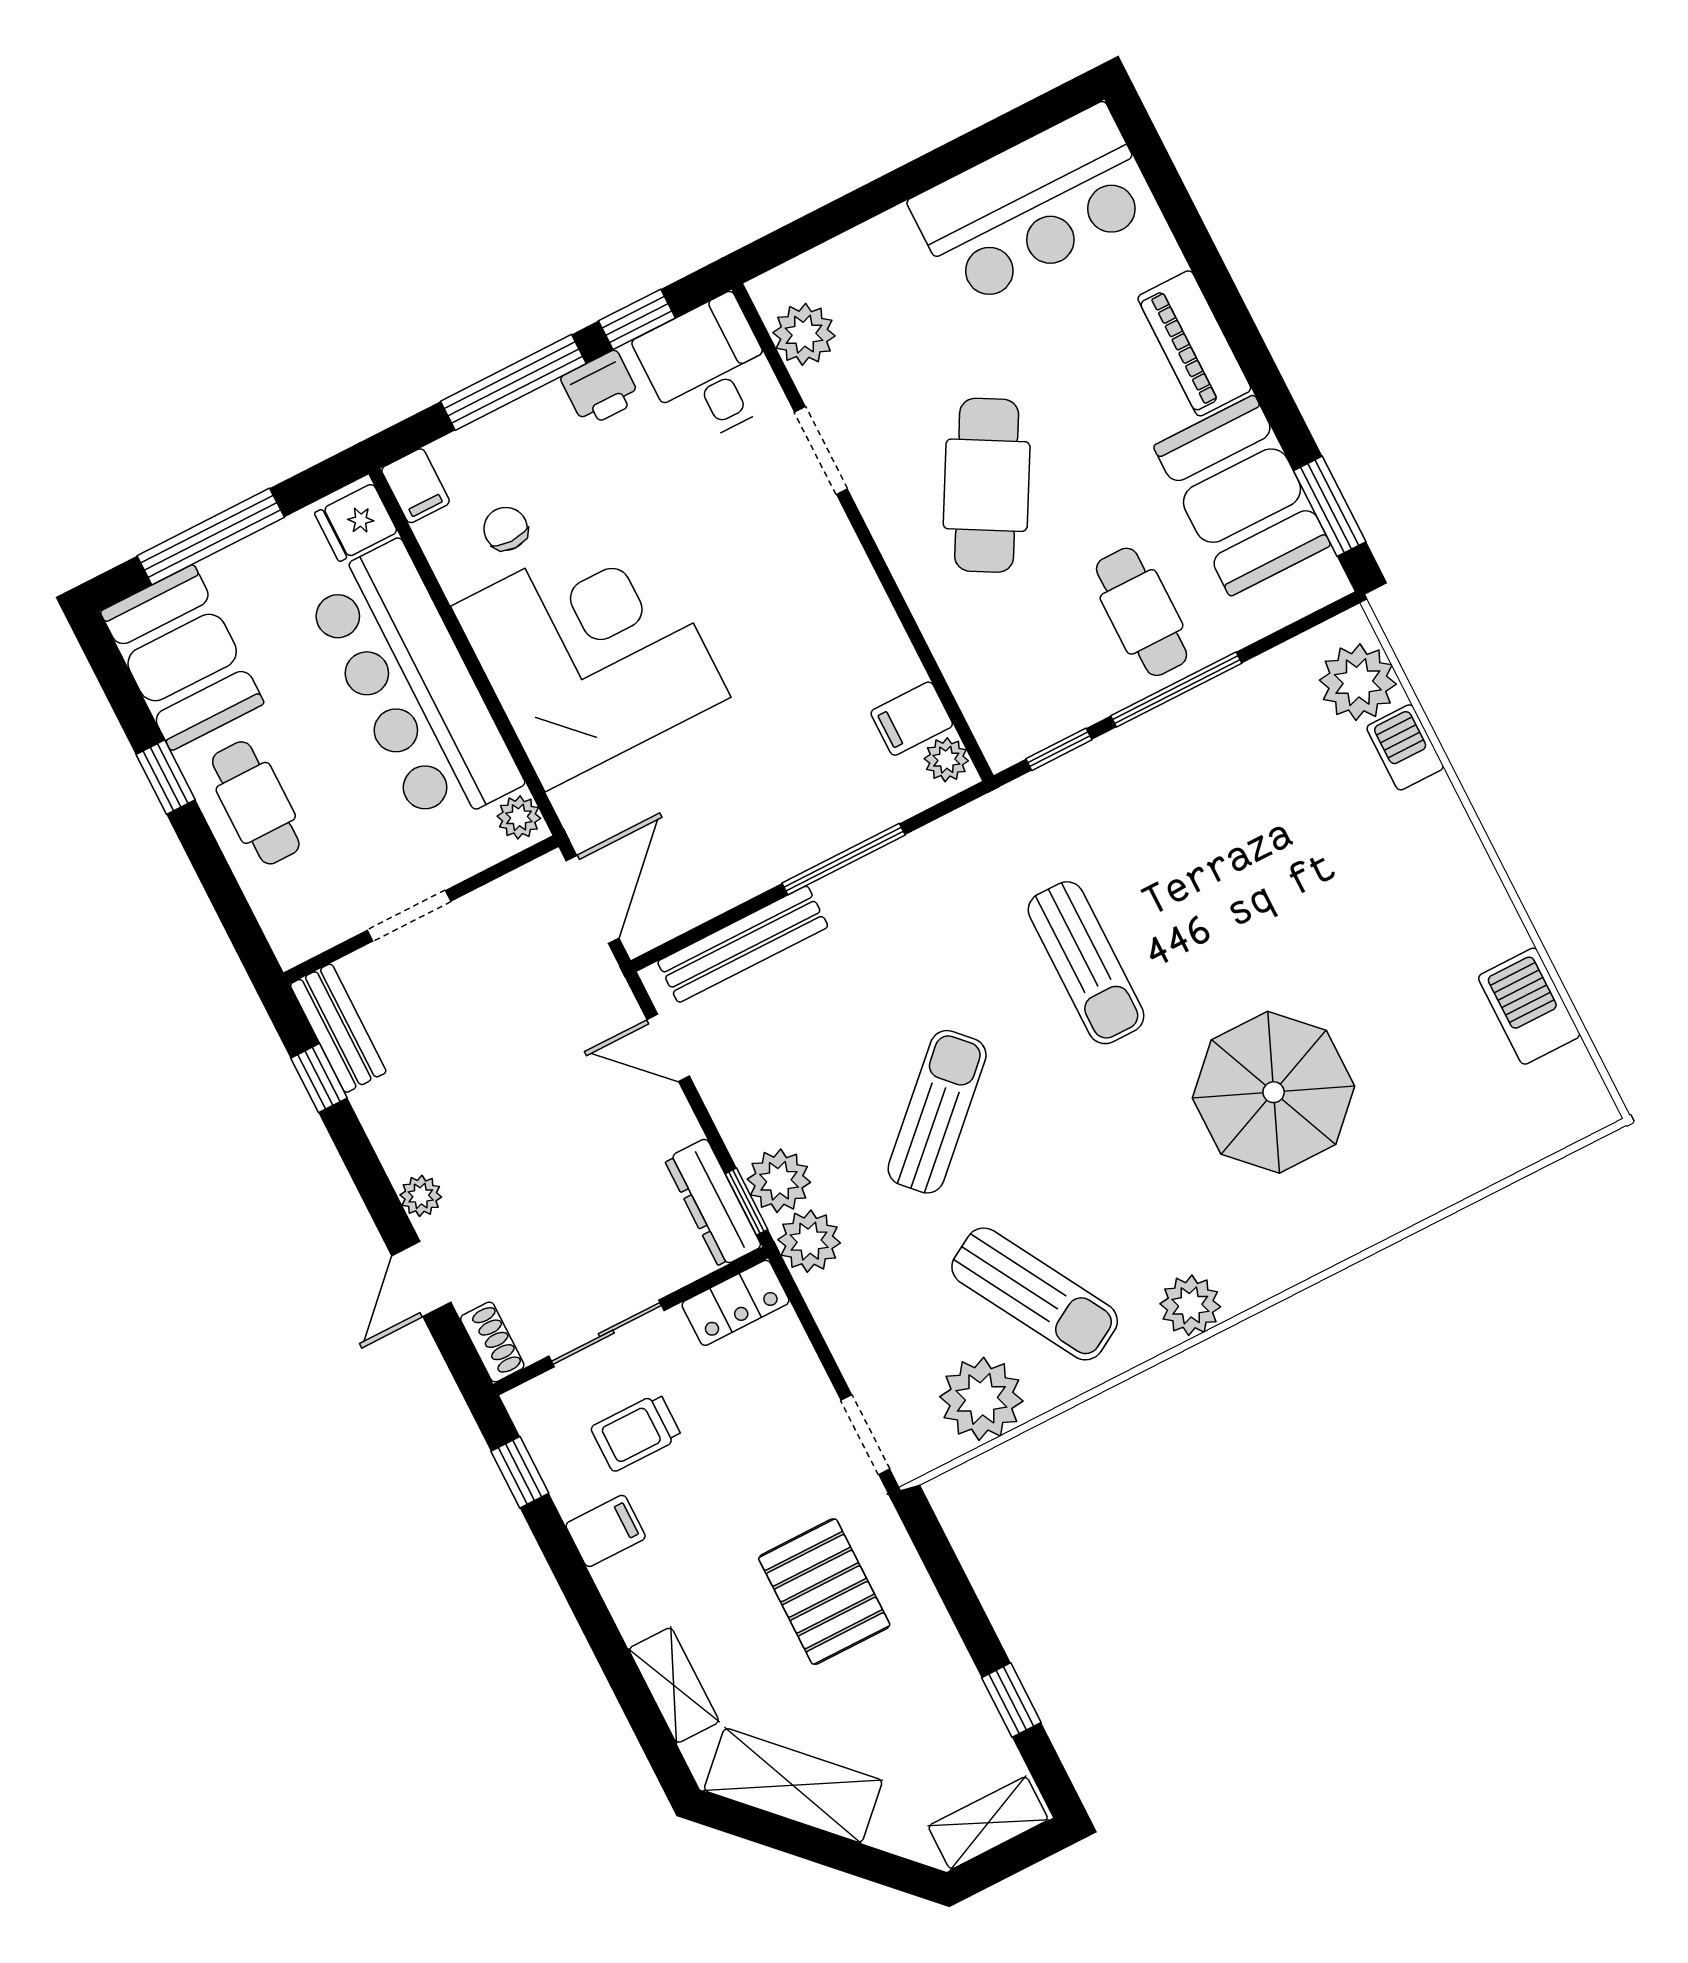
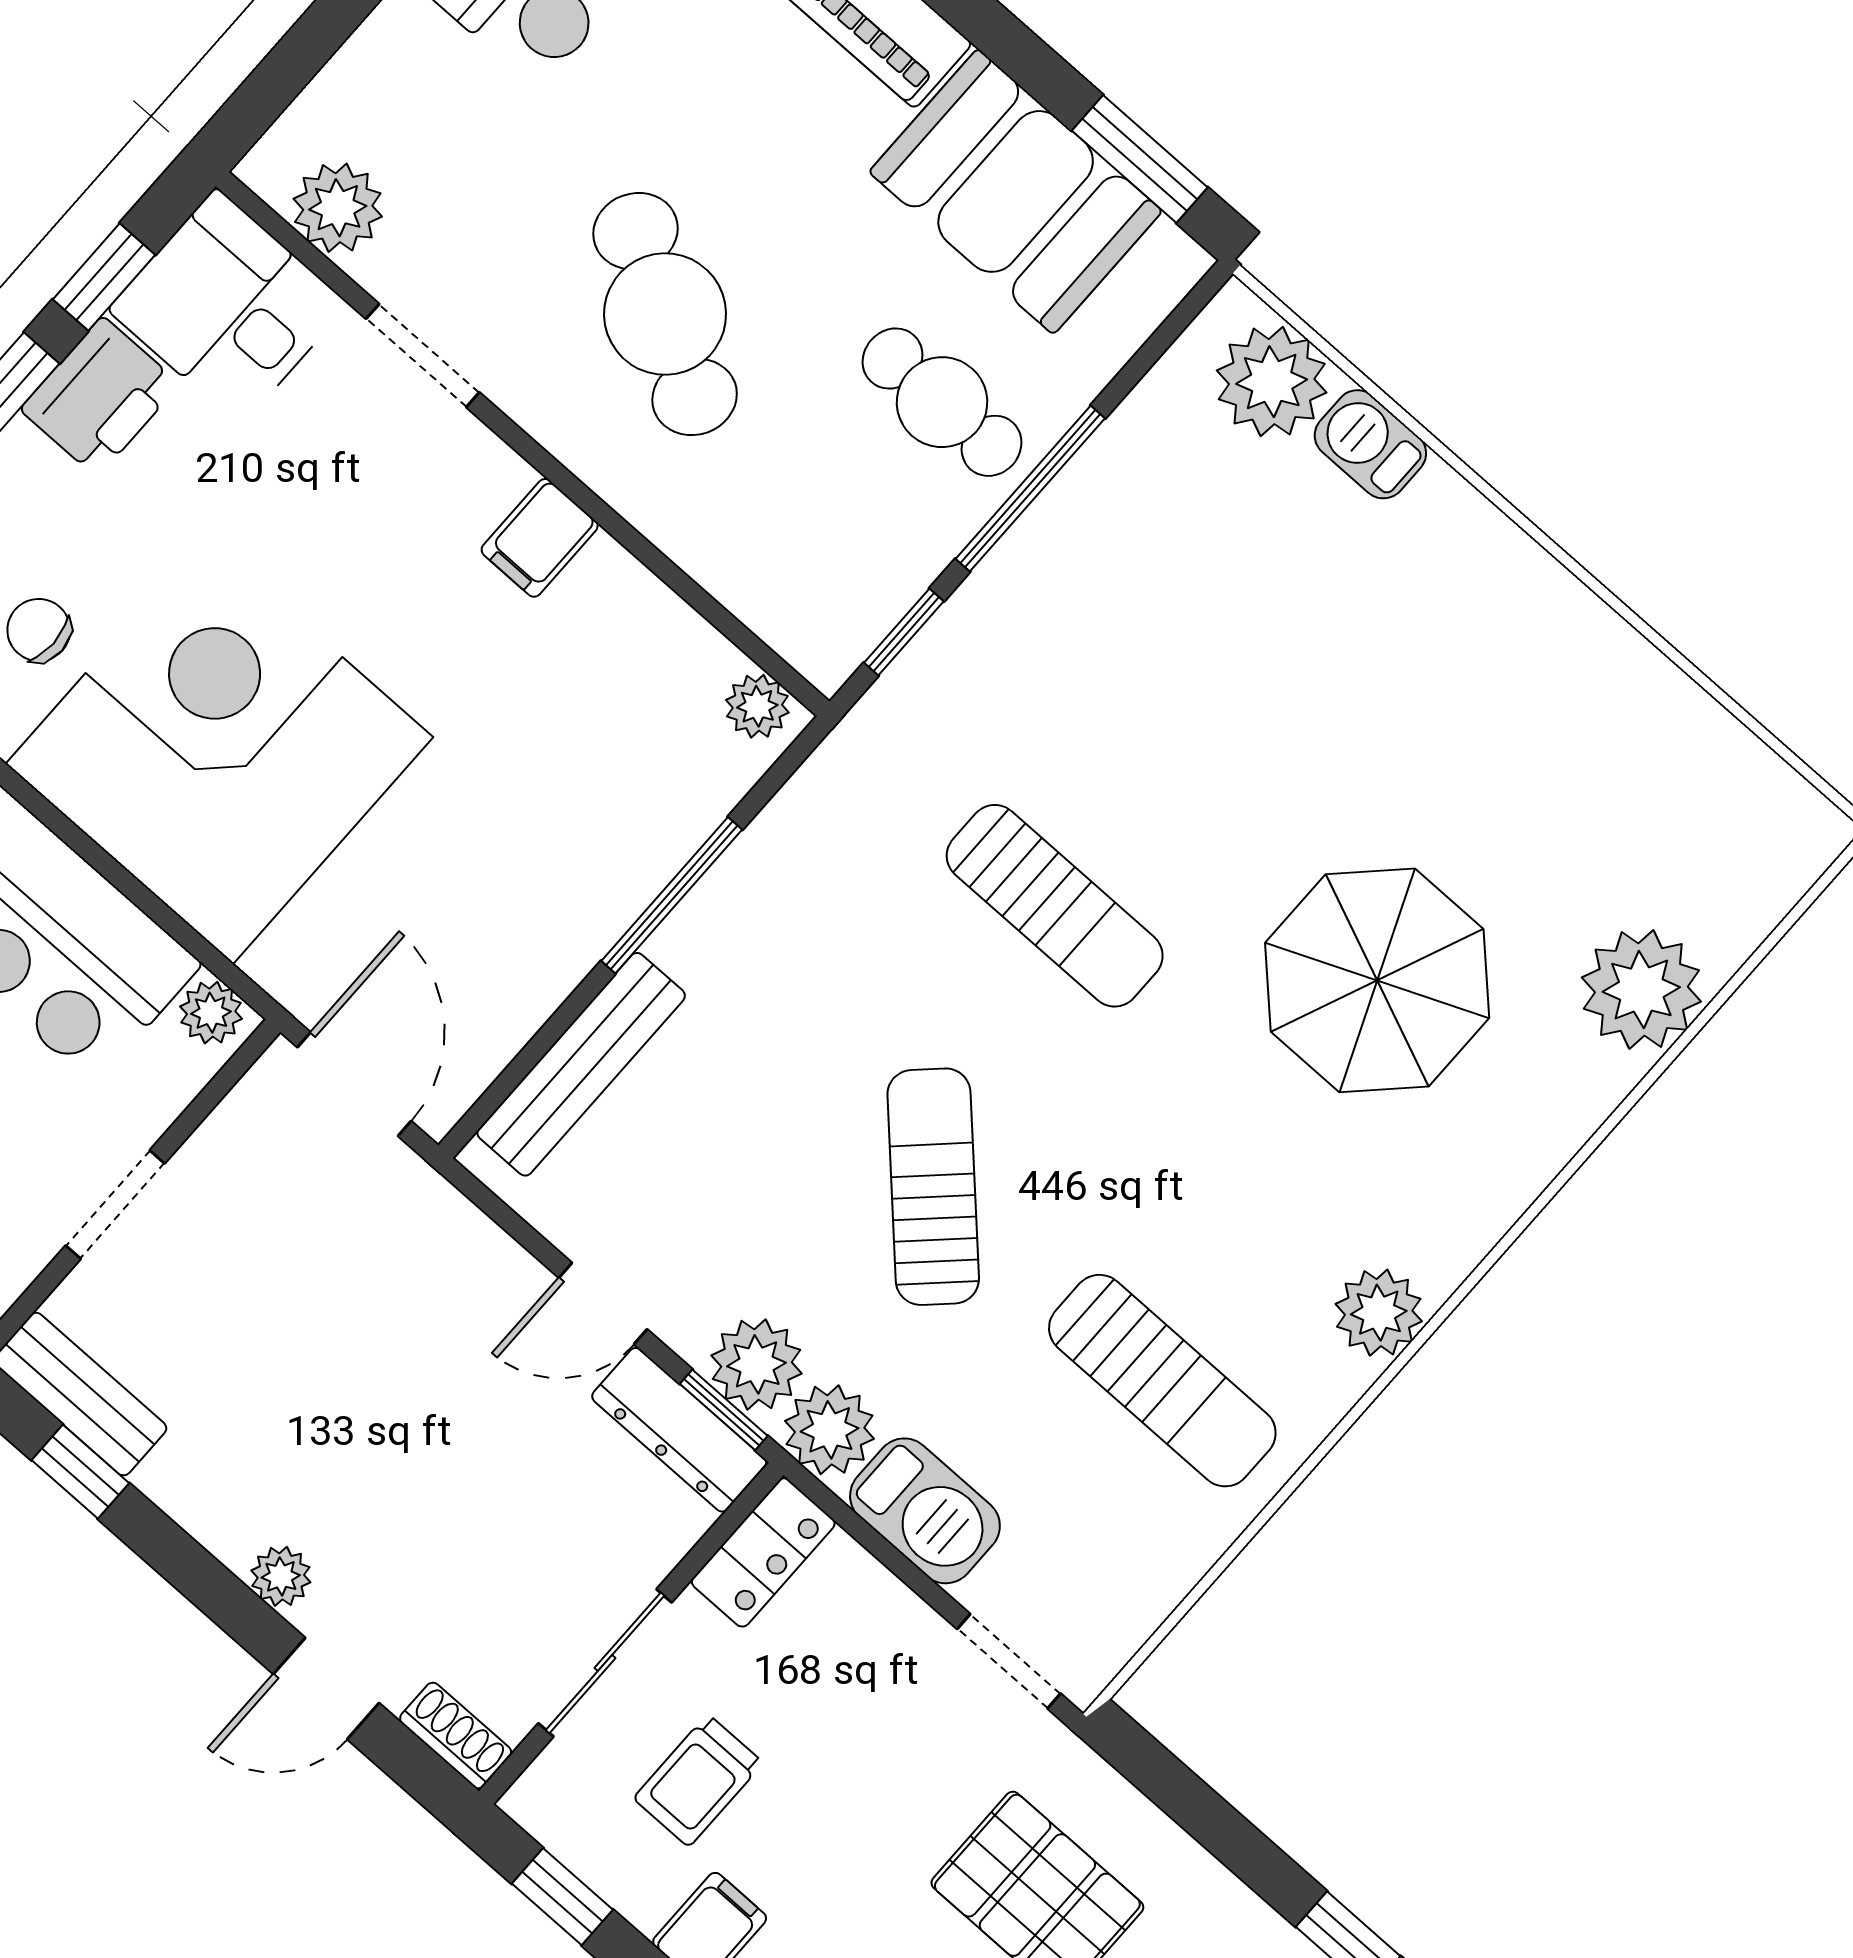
printer: (601, 389) -> (100, 397), width x1.36, depth x1.24
filing cabinet: (912, 719) -> (540, 538), moved
barbecue: (1529, 1006) -> (925, 1511), moved, turned 180
door: (668, 1048) -> (603, 1303), moved
door: (421, 1279) -> (326, 1688), hinge flipped
sun lounger: (1035, 1294) -> (1162, 1381), turned 30
plant: (981, 1399) -> (1641, 990), moved

